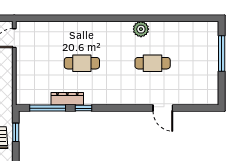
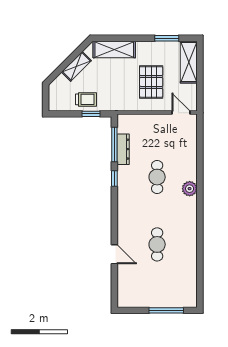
plant: (141, 29) -> (190, 189), moved
dresser: (67, 99) -> (123, 149), moved
door: (163, 108) -> (114, 254), swing flipped

